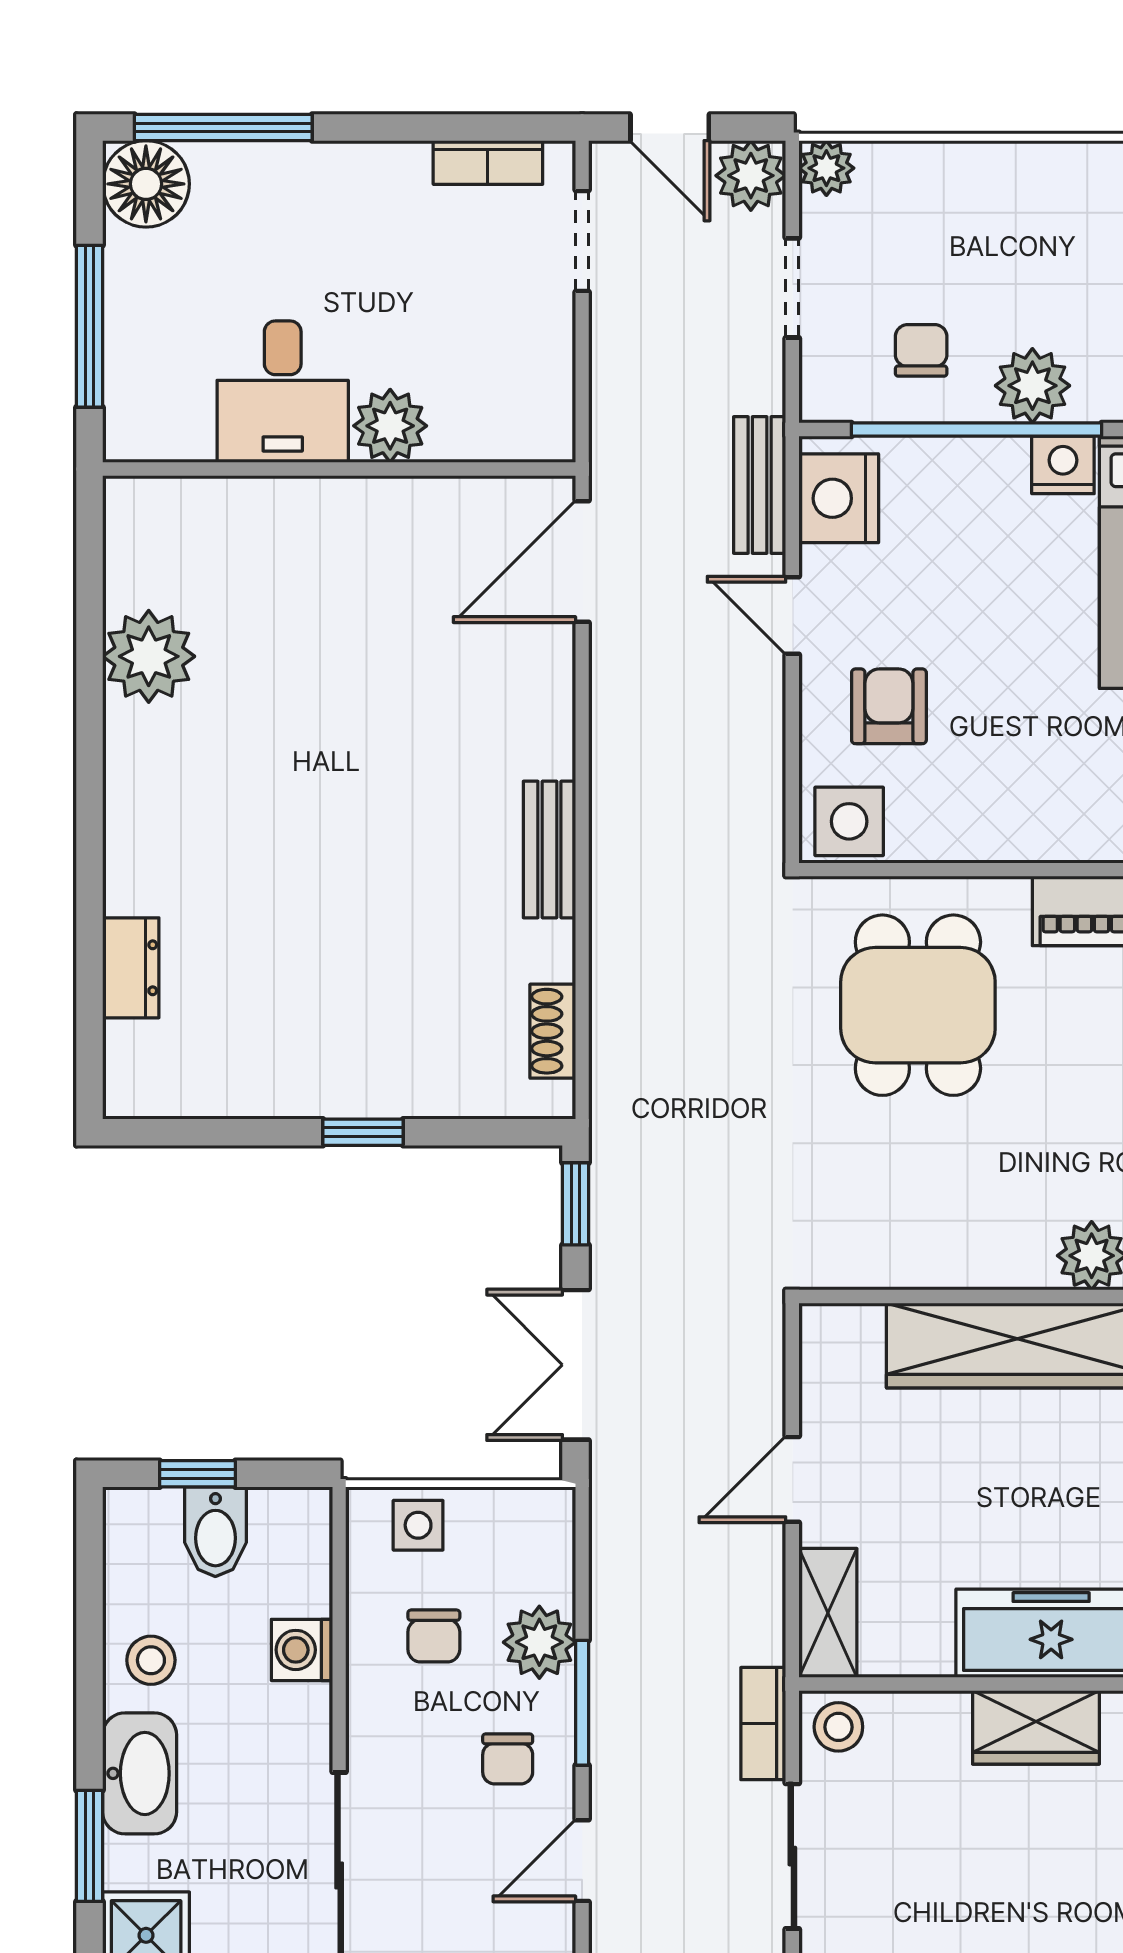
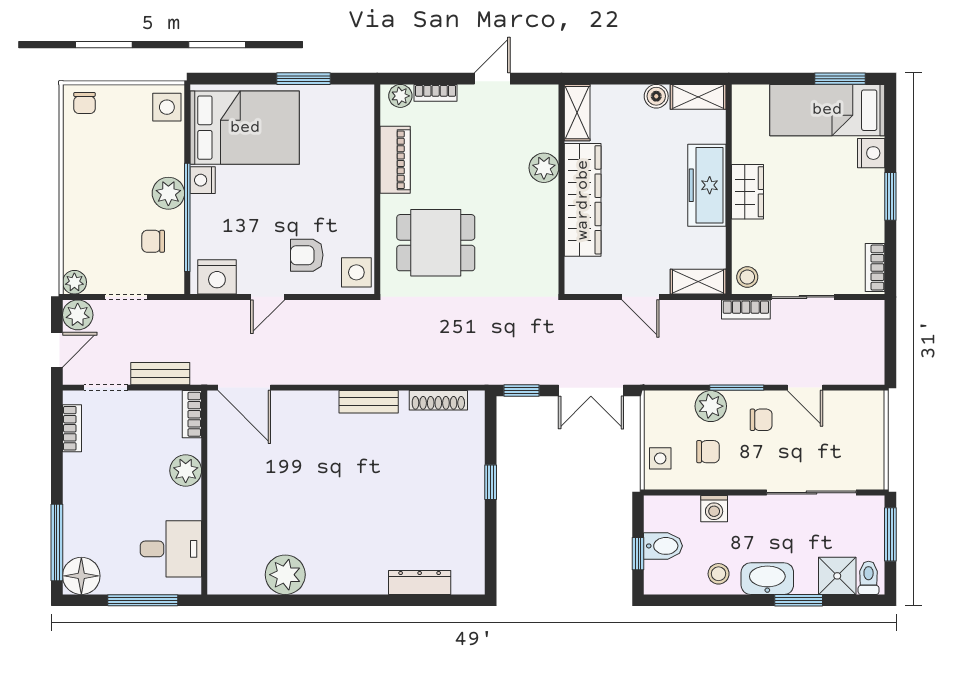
desk: (283, 392) -> (171, 549), moved
bookcase: (521, 440) -> (192, 414), added
bench: (760, 485) -> (160, 374), moved
dresser: (131, 968) -> (420, 582), width x1.44
shoe rack: (553, 1031) -> (438, 400), width x1.43

